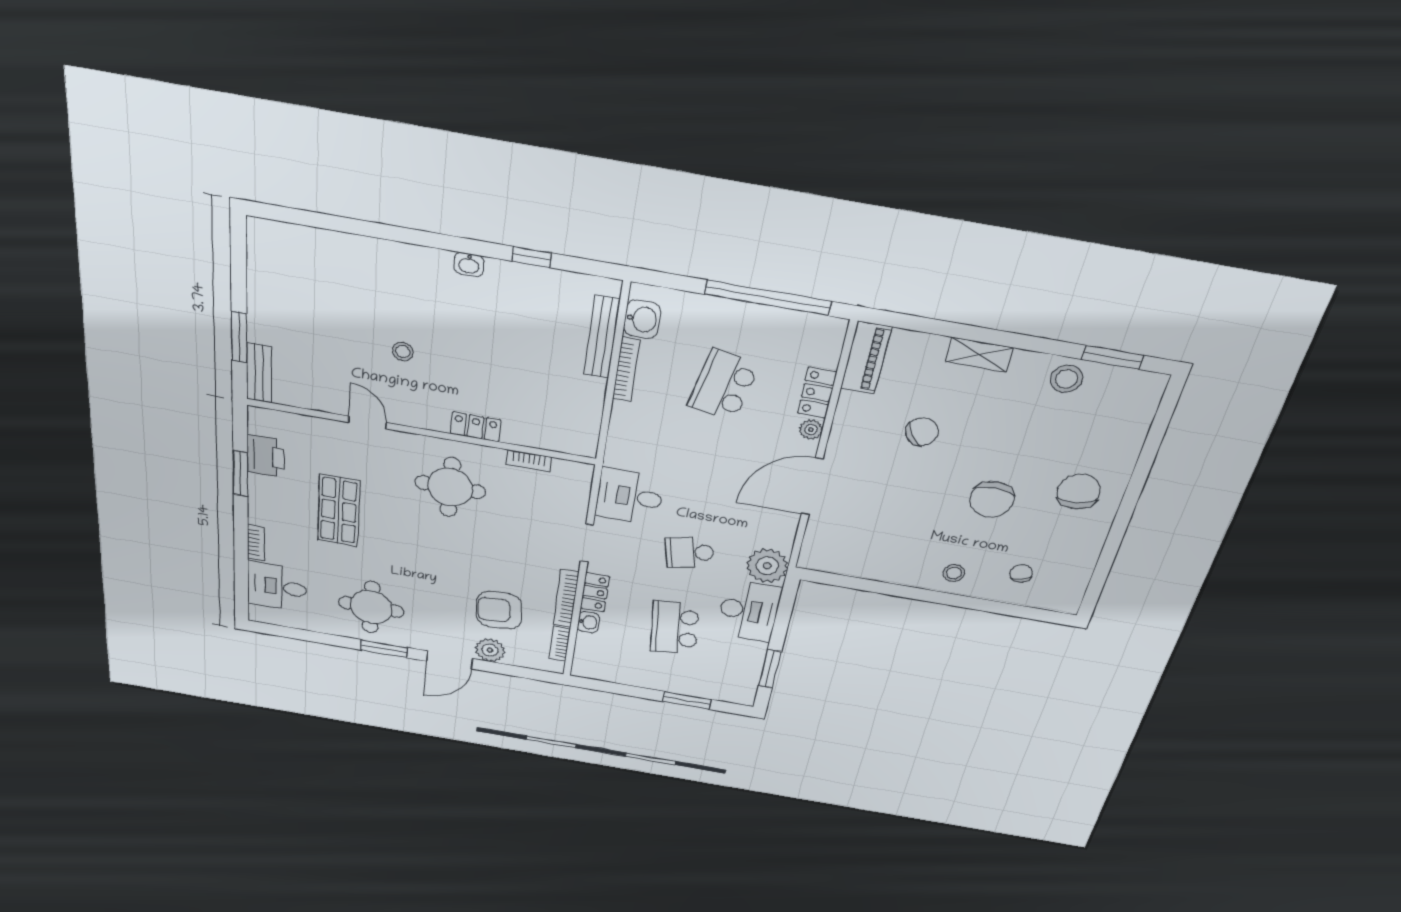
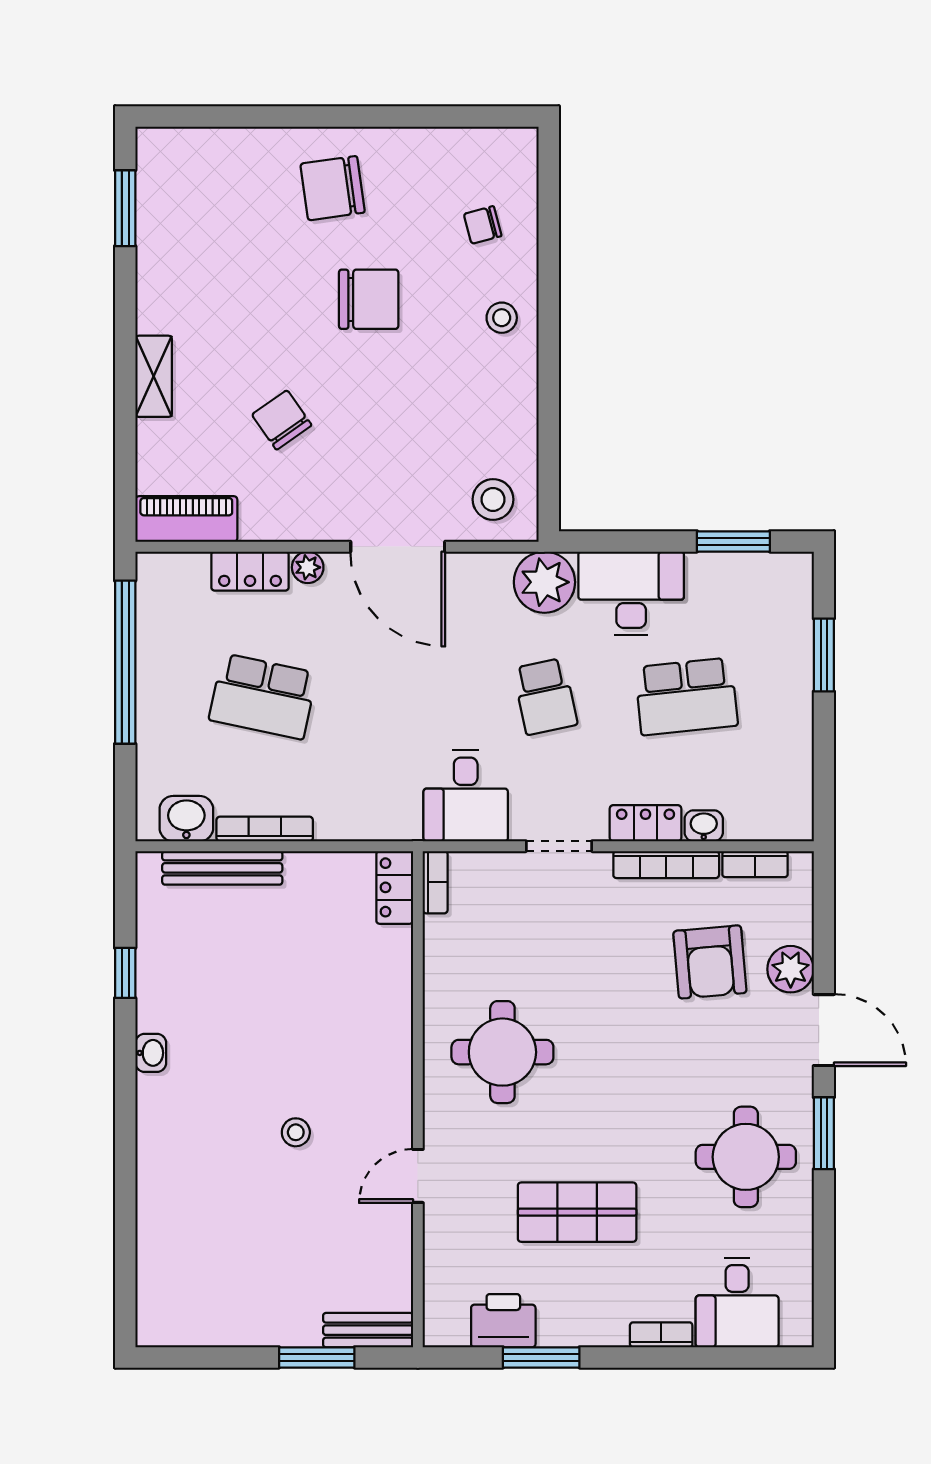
stool: (1066, 379) -> (493, 499), moved
locker: (476, 427) -> (395, 887), moved
bookcase: (529, 461) -> (435, 882), moved

